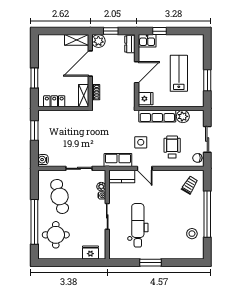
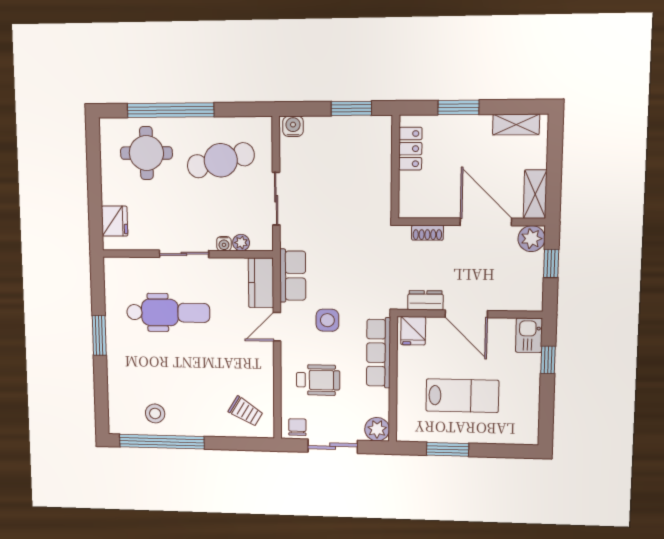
dresser: (130, 44) -> (425, 300), moved
shelving: (84, 96) -> (516, 124), moved
plant: (183, 116) -> (377, 429), moved
window: (207, 214) -> (162, 442), moved

